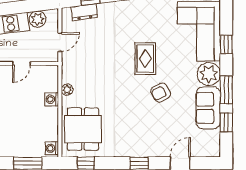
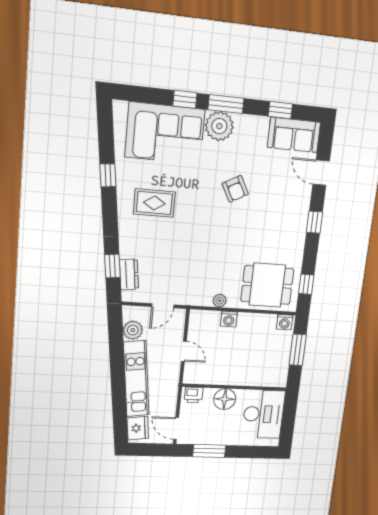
door: (60, 42) -> (163, 306), swing flipped
rug: (145, 59) -> (154, 203), moved
window: (226, 90) -> (226, 104), moved
sofa: (208, 108) -> (294, 135), moved

